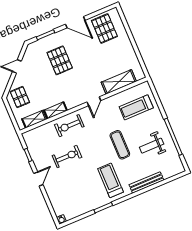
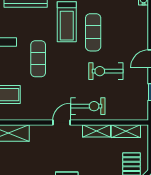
door: (94, 101) -> (61, 123), moved
exercise mat: (88, 181) -> (93, 32), added

